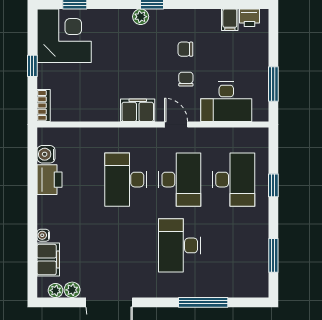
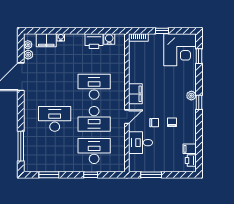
desk: (226, 102) -> (141, 143), width x0.73
desk: (233, 180) -> (94, 151), turned 180
window: (203, 302) -> (21, 146), moved

